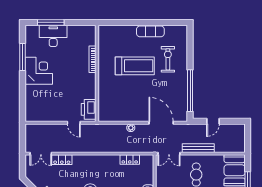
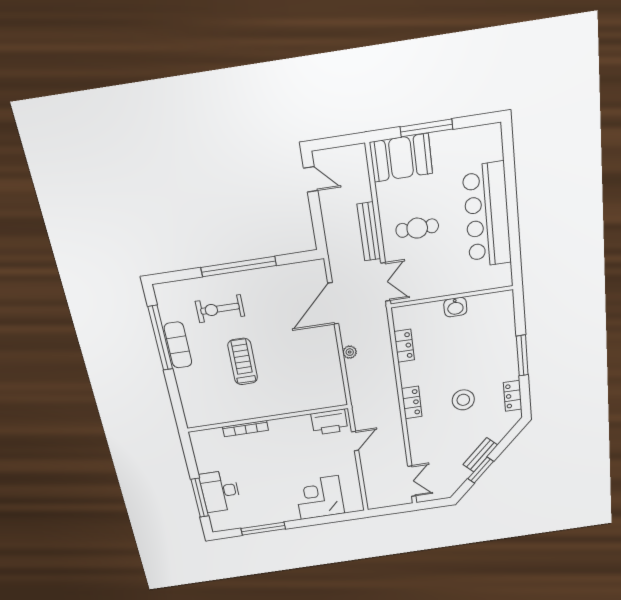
window: (156, 22) -> (160, 338), added
treadmill: (135, 66) -> (243, 362), width x0.73, depth x0.73
corner desk: (39, 71) -> (320, 498), moved
window: (190, 91) -> (239, 266), moved
door: (213, 121) -> (311, 179), moved
locker: (62, 160) -> (412, 402), moved

